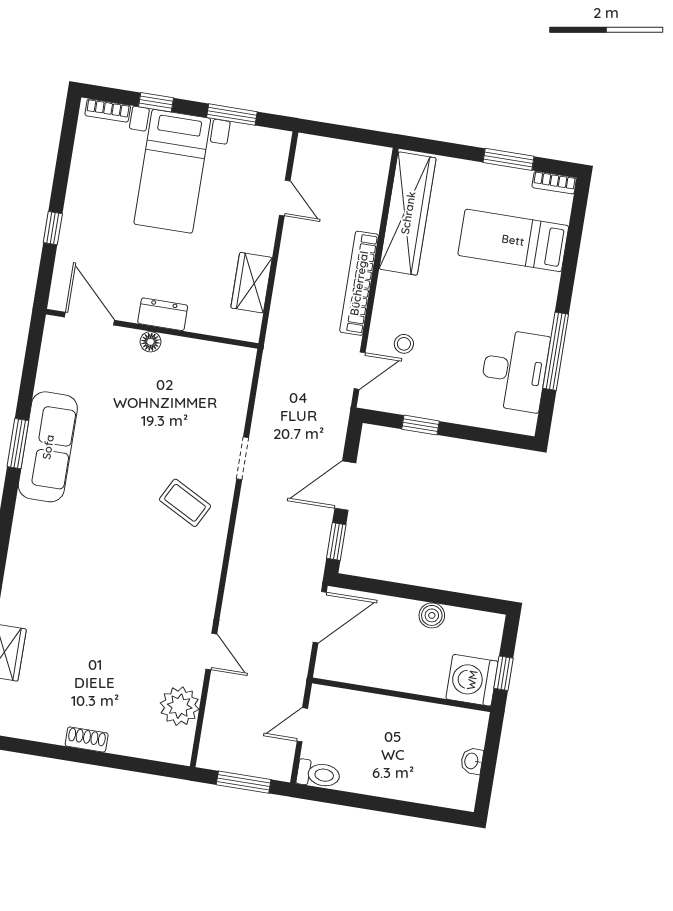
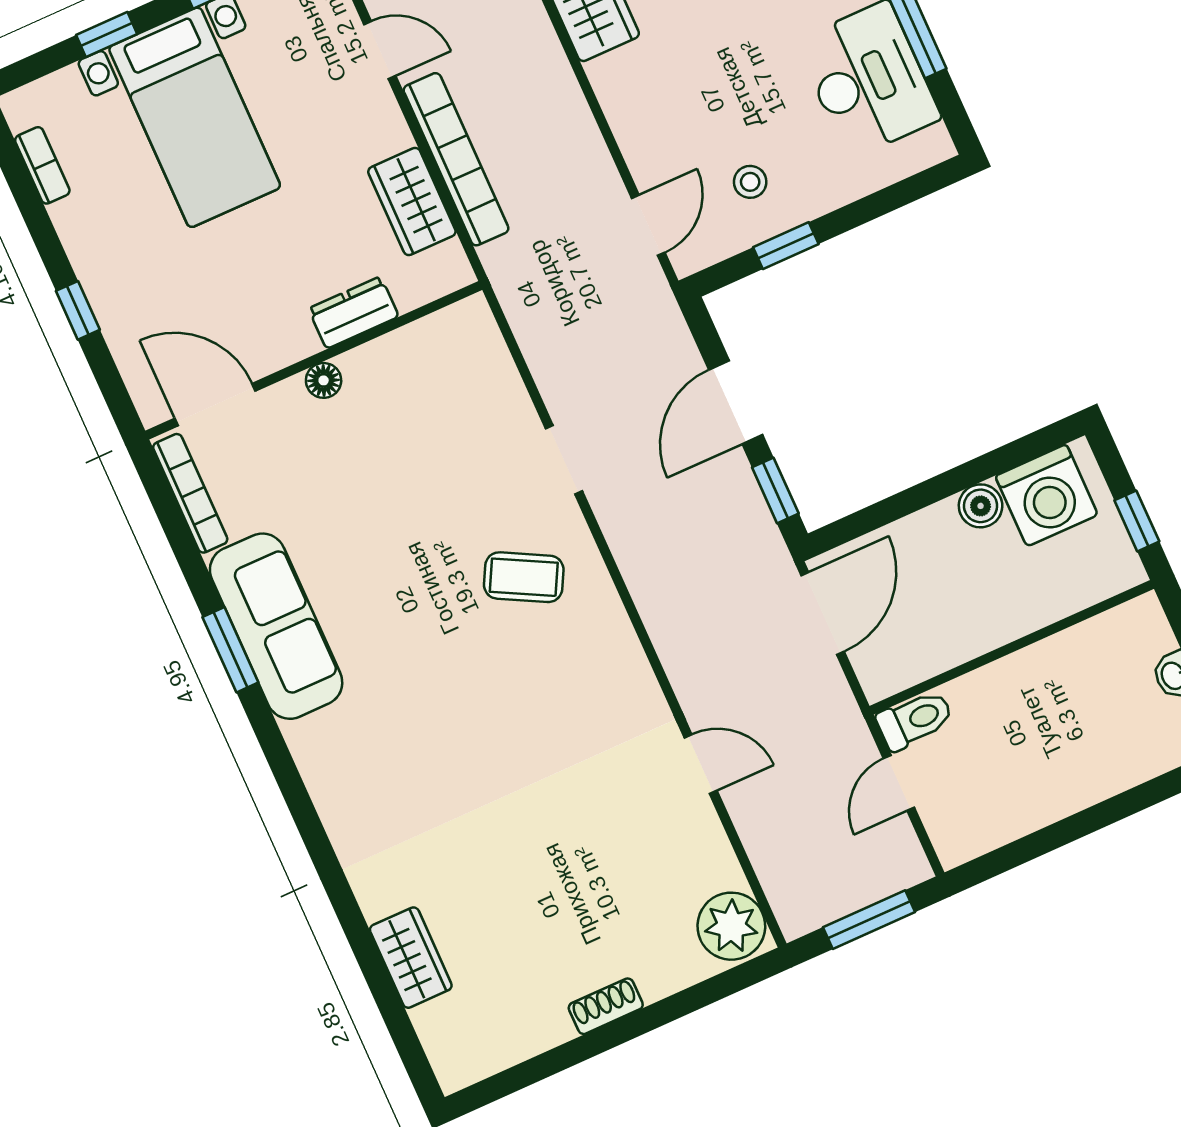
bookcase: (108, 110) -> (42, 165), moved, turned -90
bookcase: (359, 283) -> (456, 159), moved, turned 180
dresser: (163, 314) -> (354, 313), moved
stool: (404, 344) -> (750, 182), moved
bookcase: (49, 354) -> (190, 493), added
washing machine: (472, 680) -> (1047, 495), moved, turned -90
plant: (180, 706) -> (731, 926), moved
toilet: (318, 774) -> (915, 720), moved

